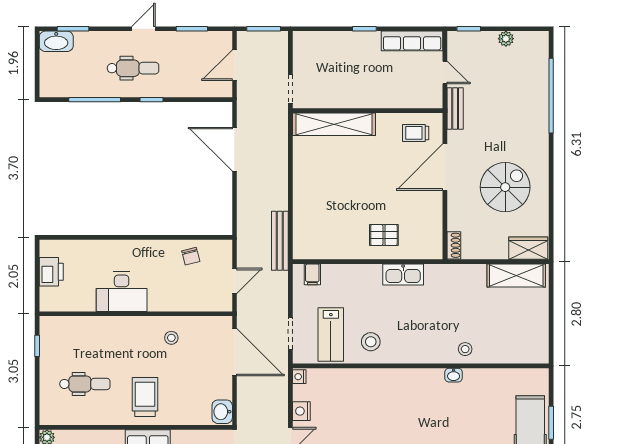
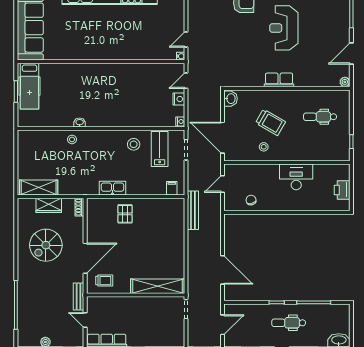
pallet: (384, 235) -> (125, 214), turned 90
wardrobe: (528, 248) -> (49, 205), moved
trolley: (145, 397) -> (270, 122), moved, turned -60

